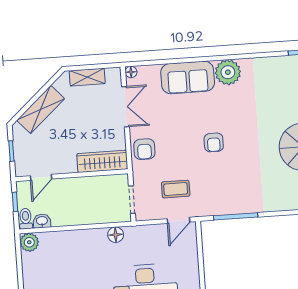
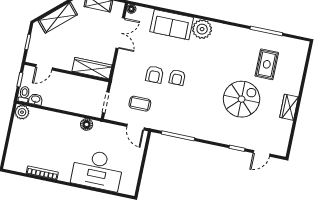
armchair: (144, 149) -> (155, 75), moved
door: (179, 220) -> (135, 127), hinge flipped

